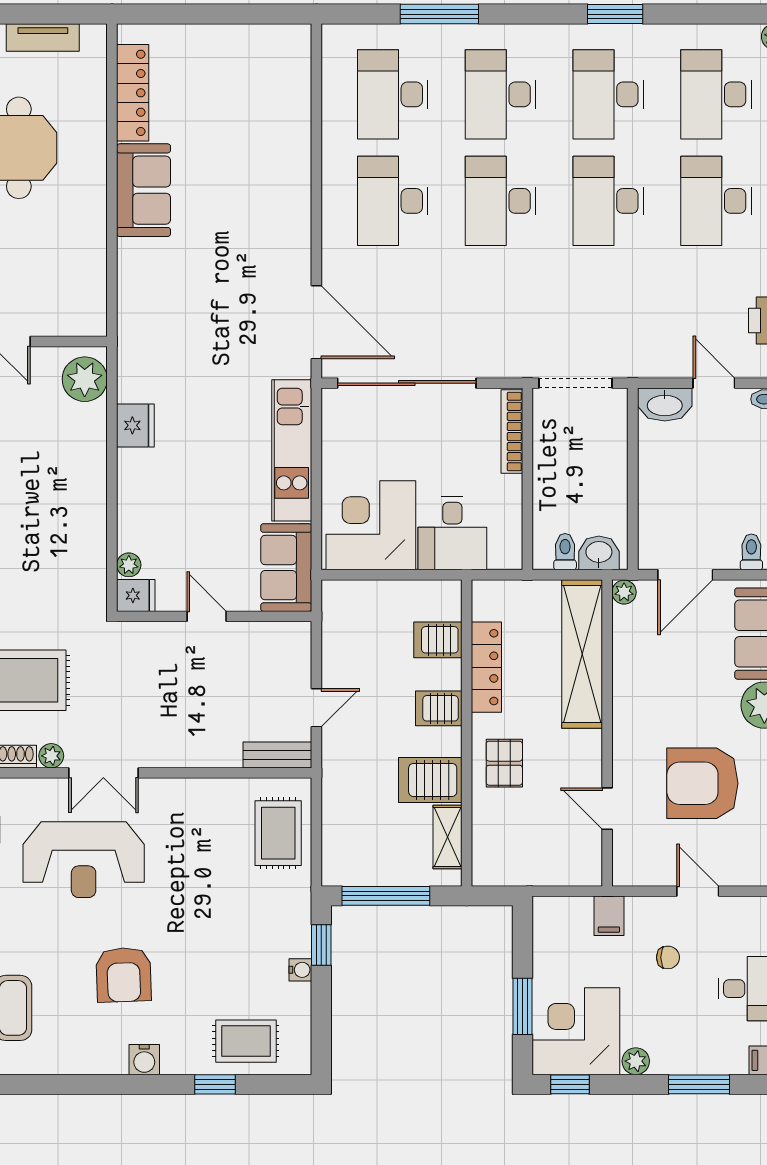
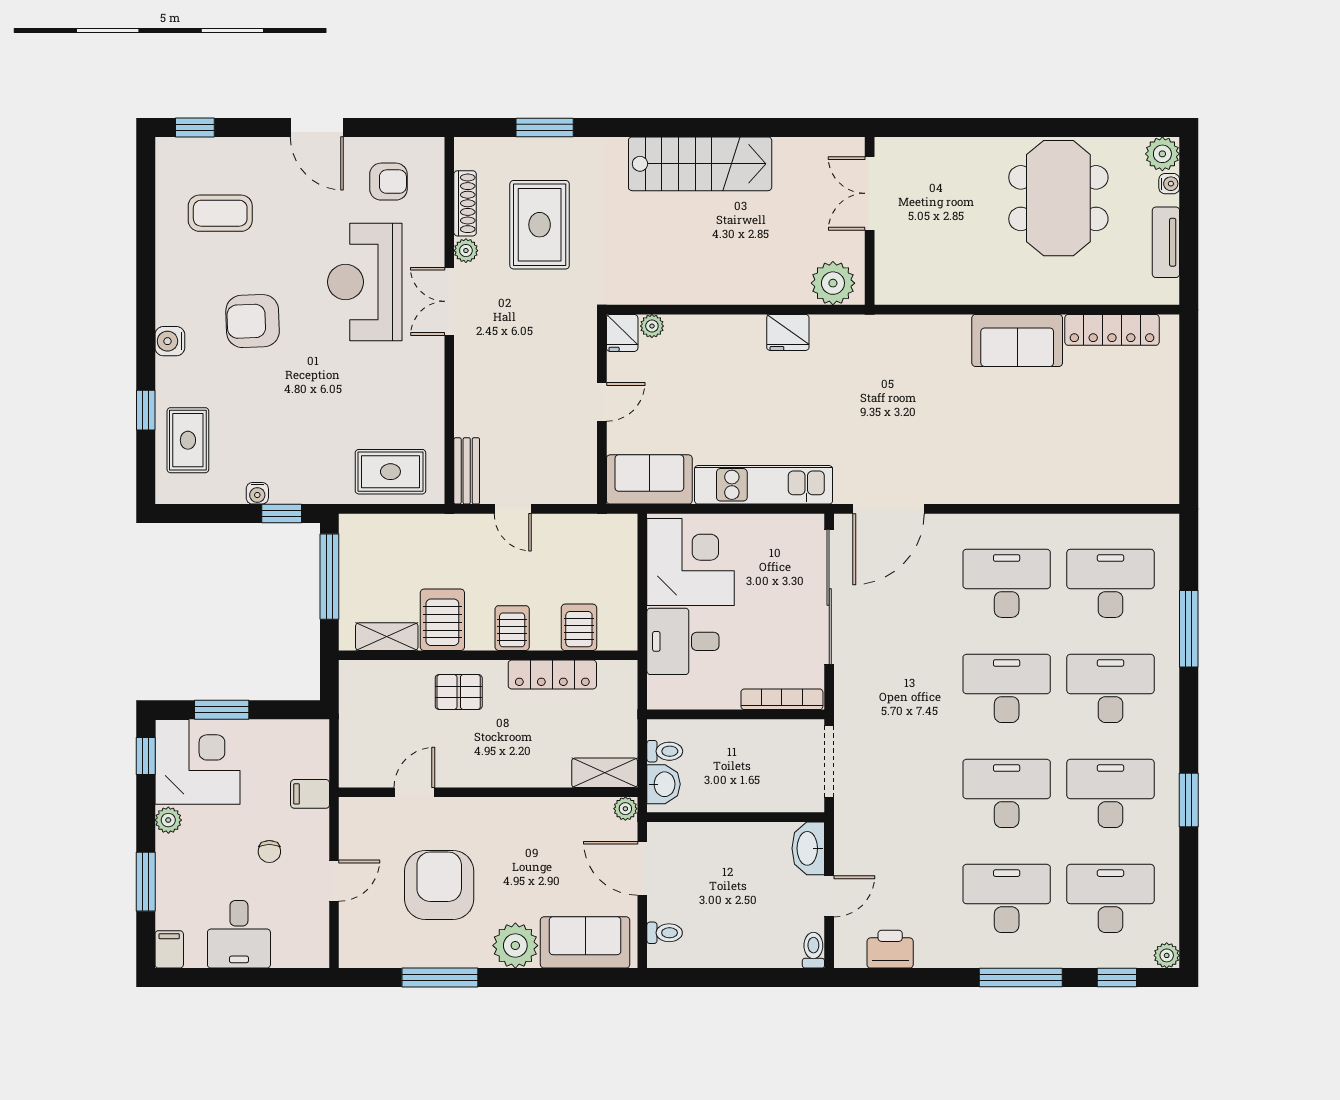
shelving: (582, 654) -> (605, 773), width x0.45, depth x0.75

